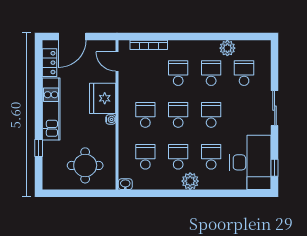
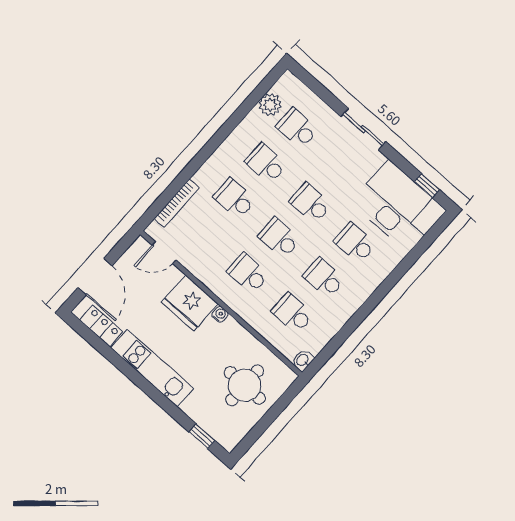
plant: (227, 48) -> (270, 105), moved
window: (39, 148) -> (202, 436), moved
plant: (190, 181) -> (361, 288), removed

